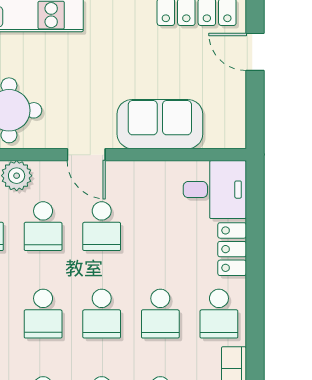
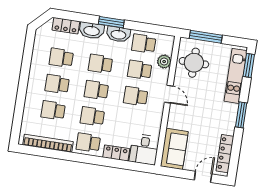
sofa: (160, 124) -> (174, 149), moved
door: (86, 155) -> (169, 94), swing flipped

